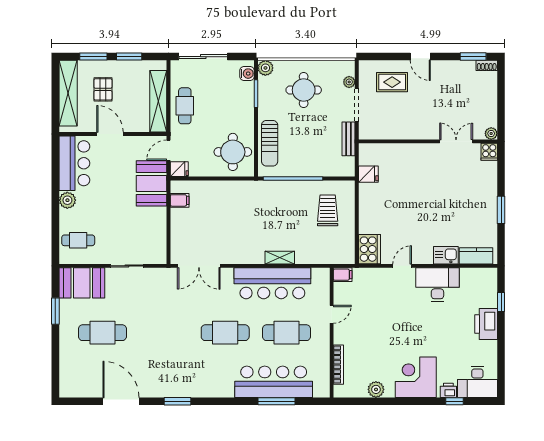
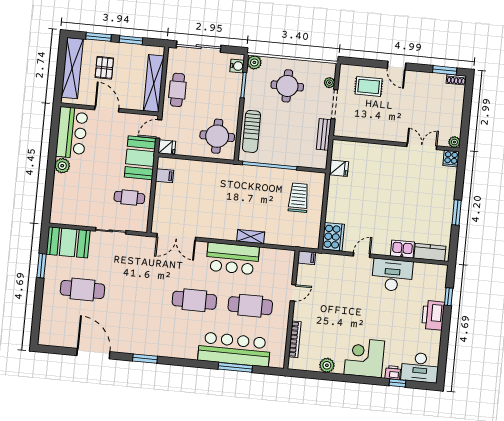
cafe table: (78, 240) -> (129, 198), moved
bar counter: (272, 283) -> (233, 259), width x0.73

